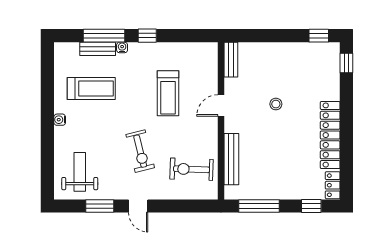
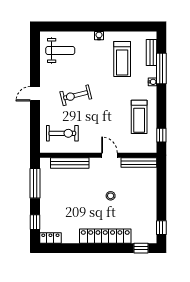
window: (147, 36) -> (161, 135), moved
bench: (98, 49) -> (151, 52), moved
bench: (231, 60) -> (139, 163), width x1.36
treadmill: (168, 93) -> (139, 117), moved, turned -90
locker: (330, 135) -> (105, 236), moved
exercise bike: (192, 169) -> (62, 133), turned 88
window: (100, 206) -> (35, 65), removed

